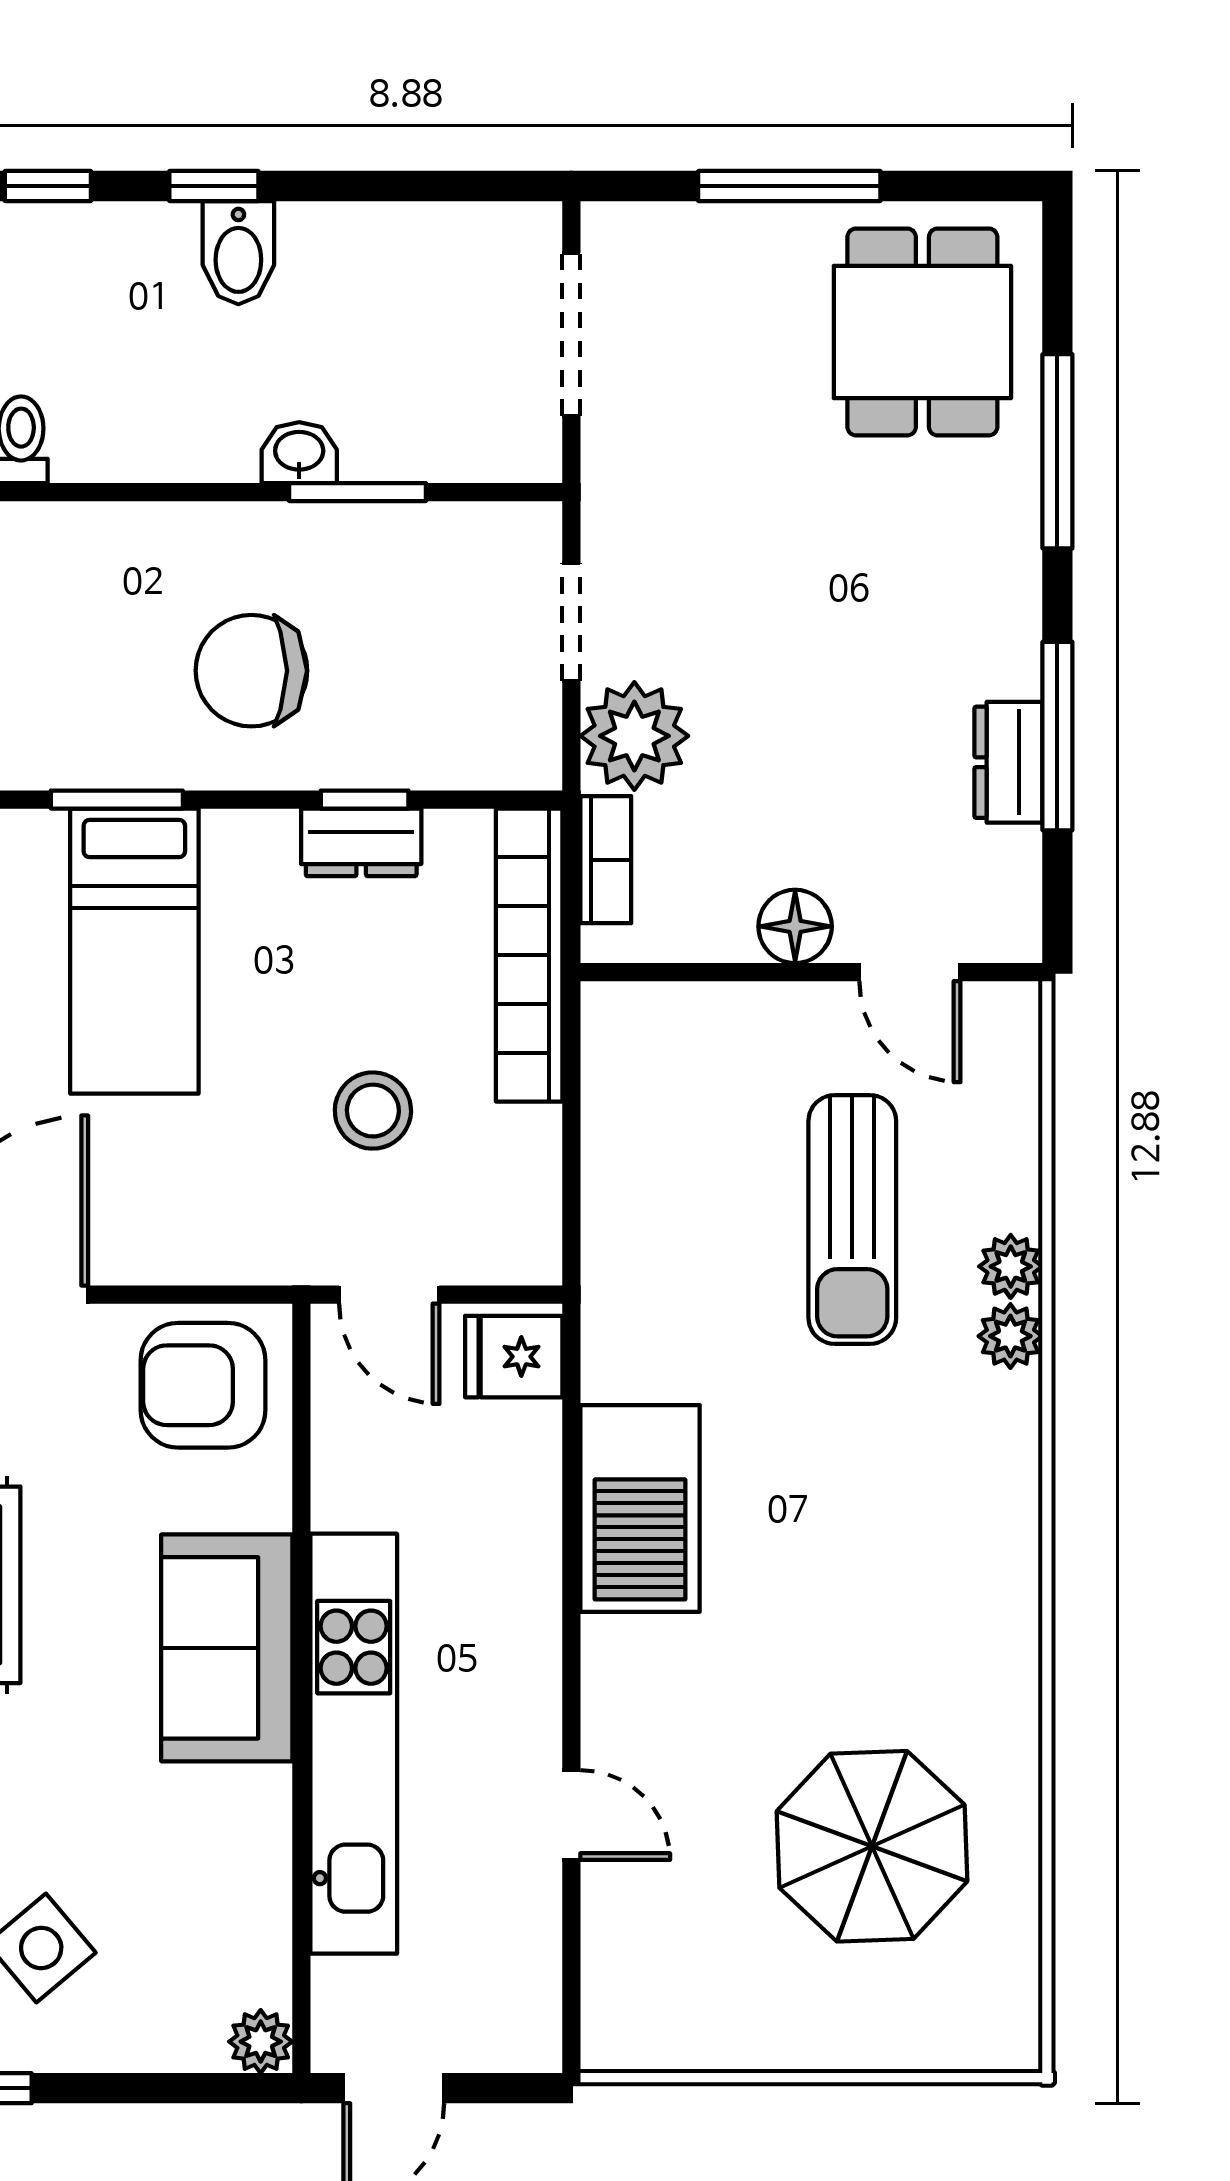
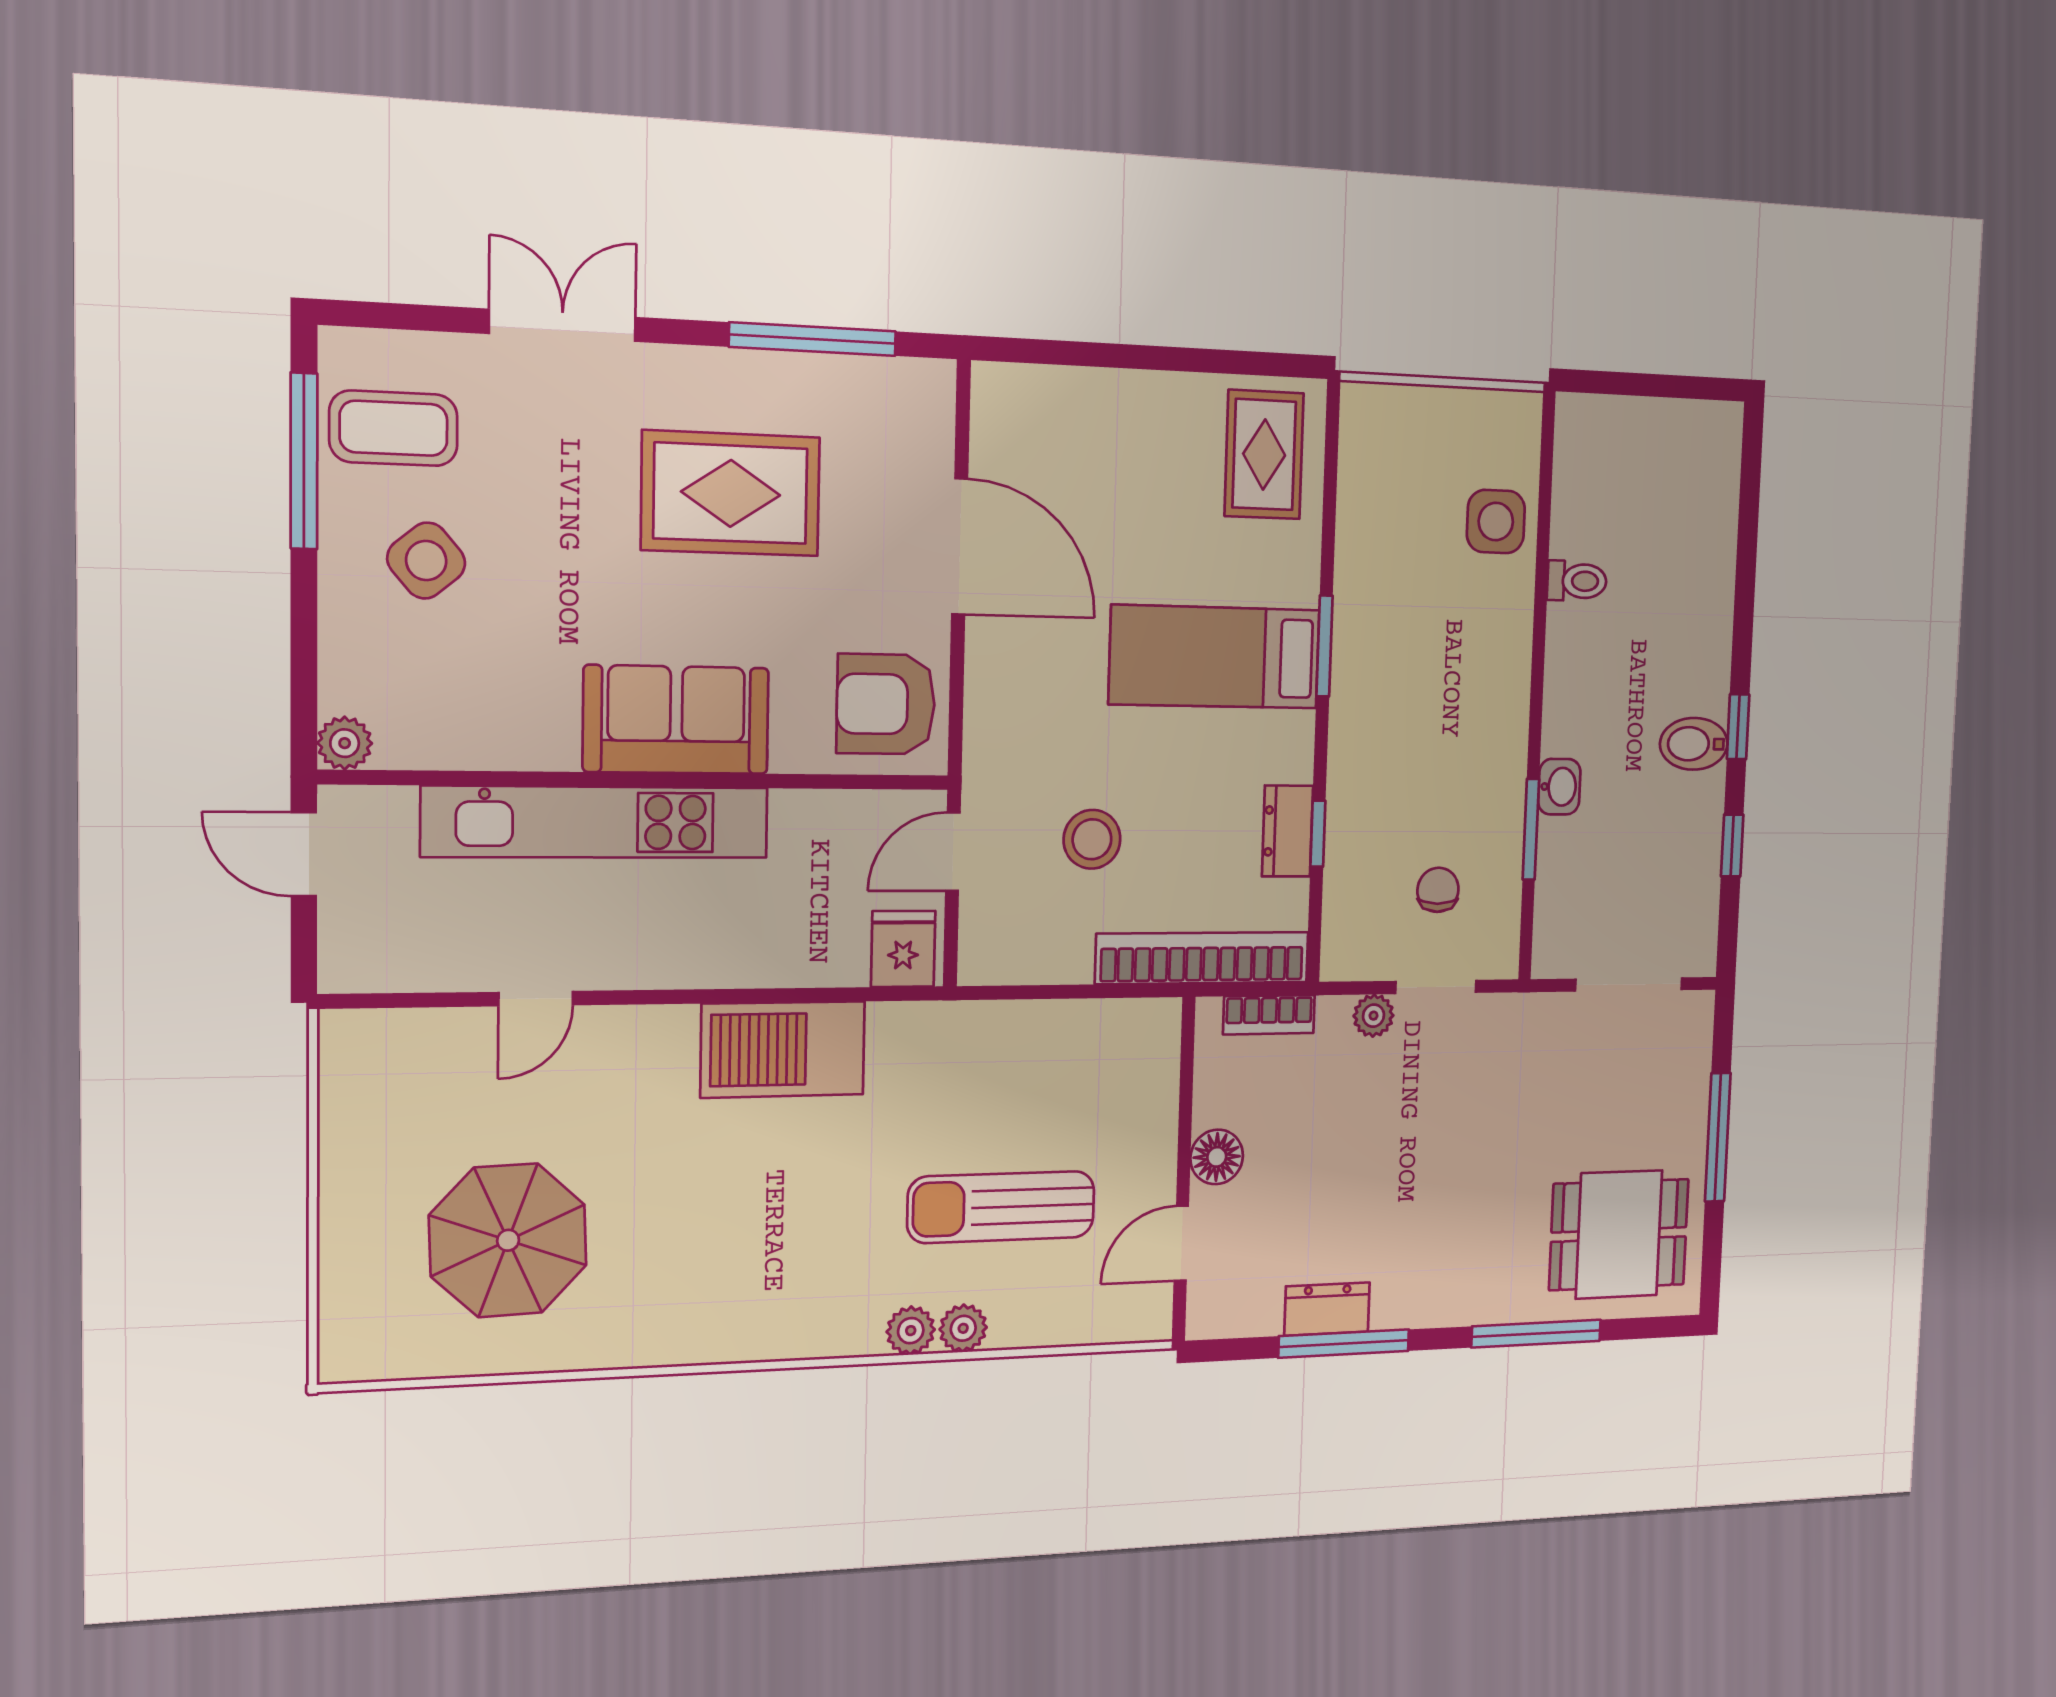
window: (48, 186) -> (1732, 846), moved
chair: (251, 671) -> (1438, 890), moved, width x0.54, depth x0.54
plant: (634, 736) -> (1374, 1016), width x0.53, depth x0.53
armchair: (203, 1385) -> (886, 704), turned -90

